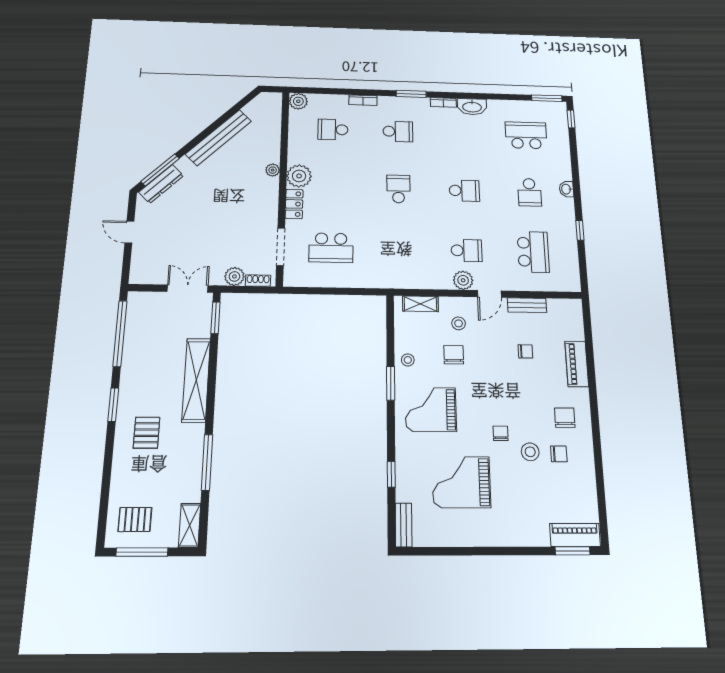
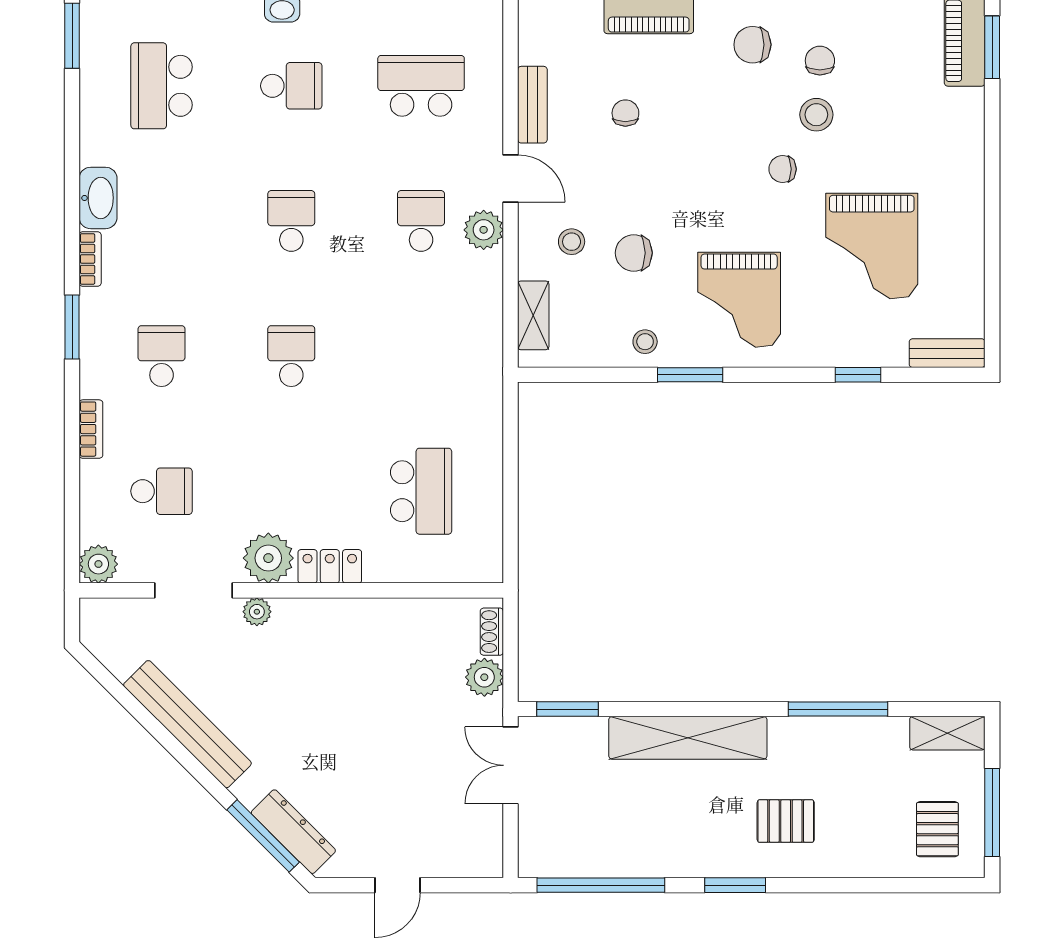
school desk: (333, 130) -> (162, 491), turned -90
school desk: (398, 189) -> (291, 356), turned 90
doorway: (281, 247) -> (194, 590), moved

